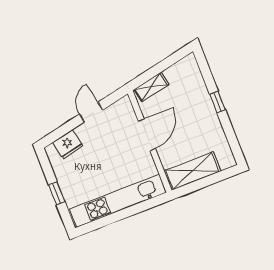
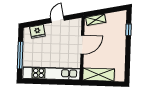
window: (217, 102) -> (128, 30), moved
window: (57, 193) -> (20, 55), width x2.17

